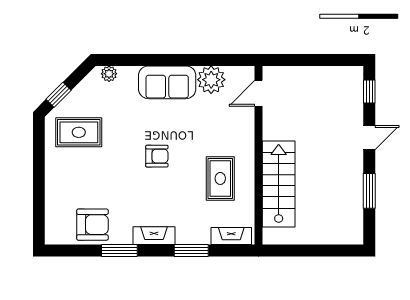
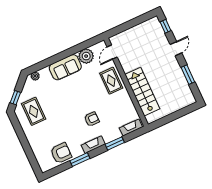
rug: (79, 132) -> (34, 111), turned 90
armchair: (157, 156) -> (92, 119), moved
rug: (220, 178) -> (111, 81), moved

